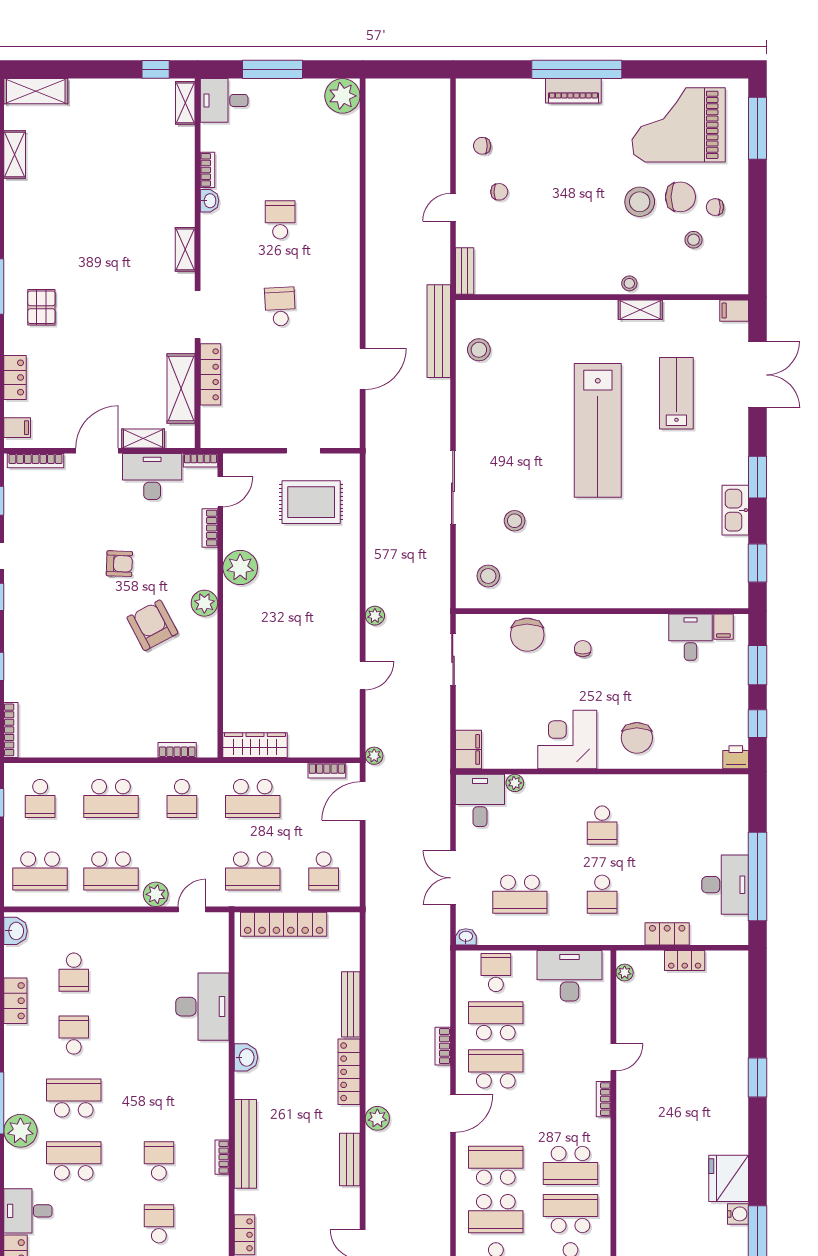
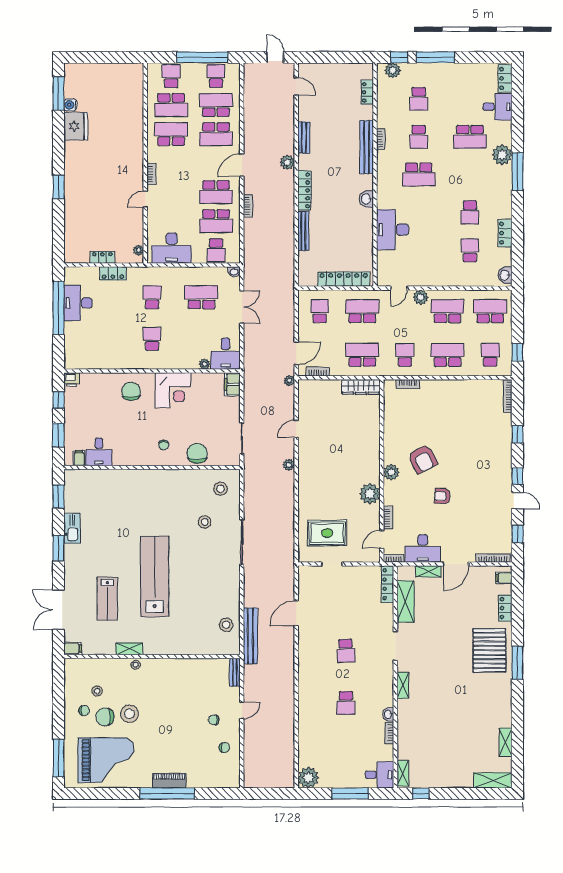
pallet: (41, 307) -> (489, 650), width x2.05, depth x2.00
locker: (211, 374) -> (388, 584), moved
school desk: (74, 1098) -> (419, 175), moved

